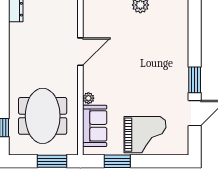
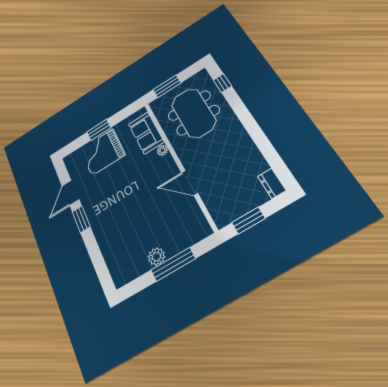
door: (80, 52) -> (190, 183), hinge flipped
window: (117, 161) -> (99, 130), moved

